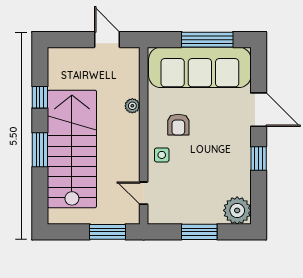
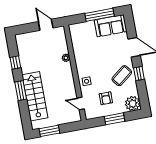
sofa: (200, 67) -> (111, 26), width x0.54, depth x0.79
armchair: (178, 125) -> (106, 98), moved
stairs: (72, 149) -> (35, 96), width x0.73, depth x0.66
coffee table: (227, 157) -> (122, 76), added
window: (108, 232) -> (49, 131), moved

